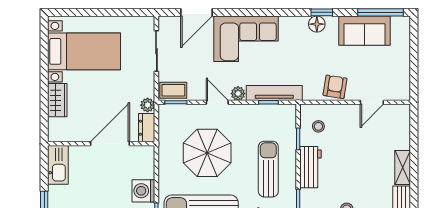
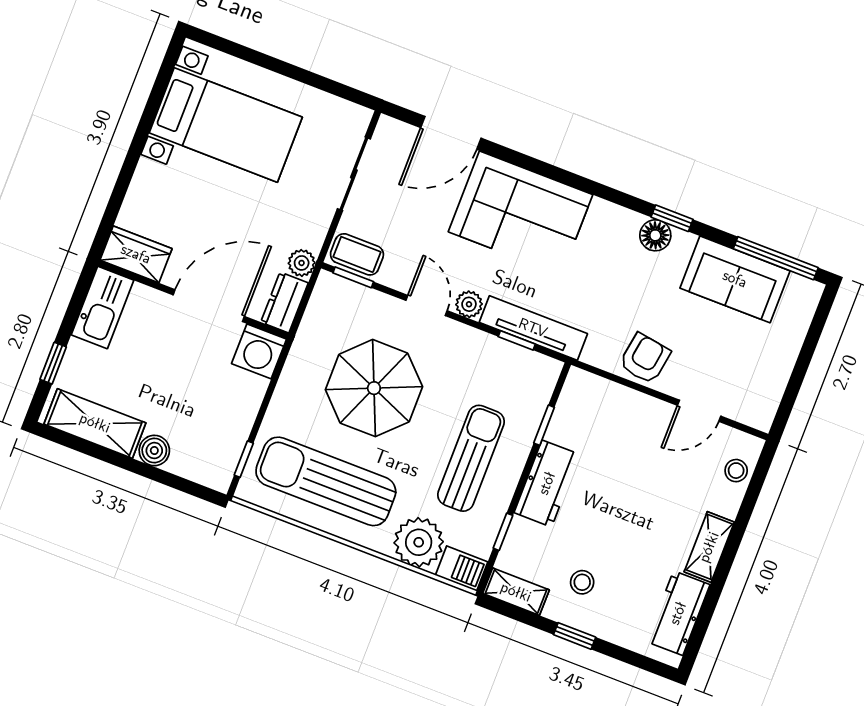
wardrobe: (57, 100) -> (136, 254), moved, turned -90
stool: (318, 126) -> (736, 471), moved
washing machine: (143, 191) -> (259, 351), moved, turned -90

